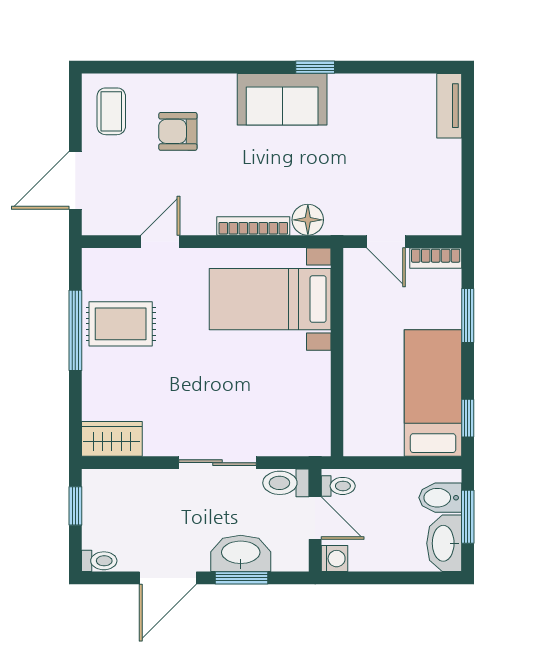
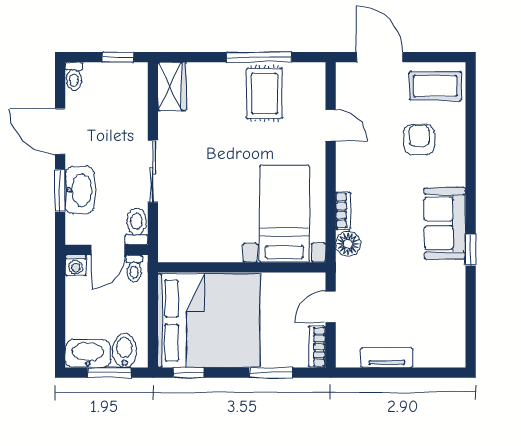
tv unit: (449, 106) -> (387, 358), moved
coffee table: (111, 111) -> (435, 86), width x1.36, depth x1.30
bookcase: (253, 226) -> (343, 211), width x0.64
bed: (433, 393) -> (209, 321), width x2.04

